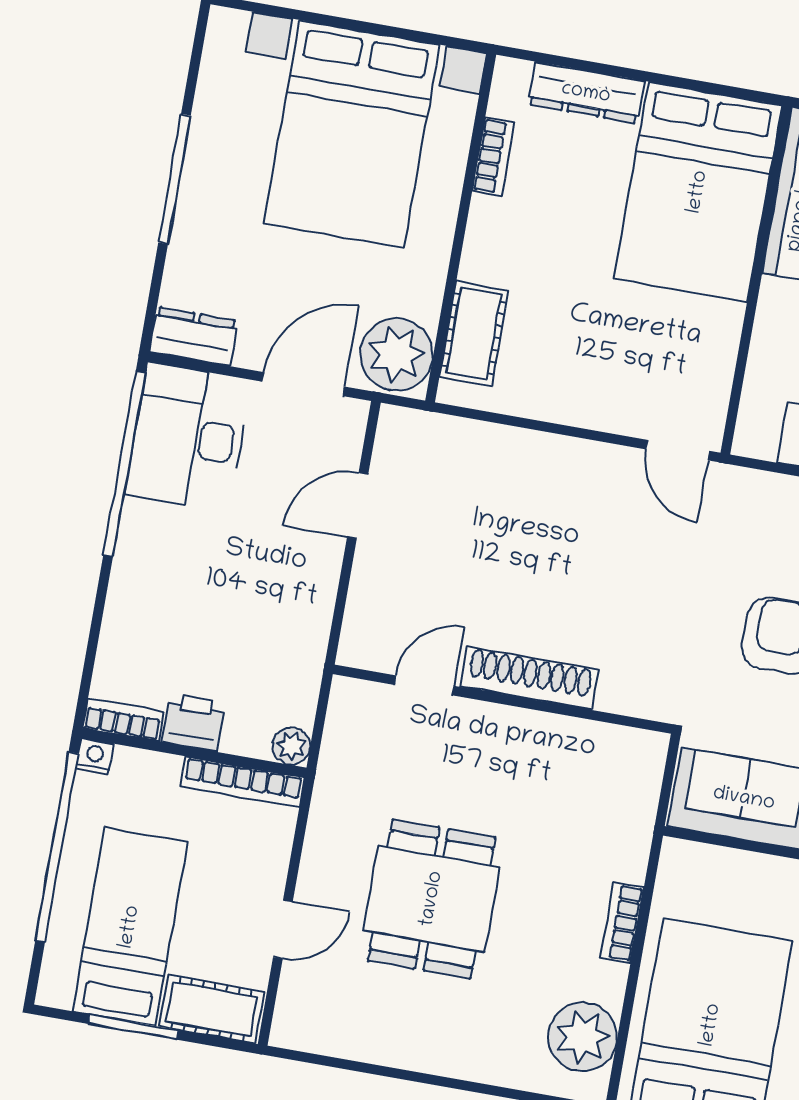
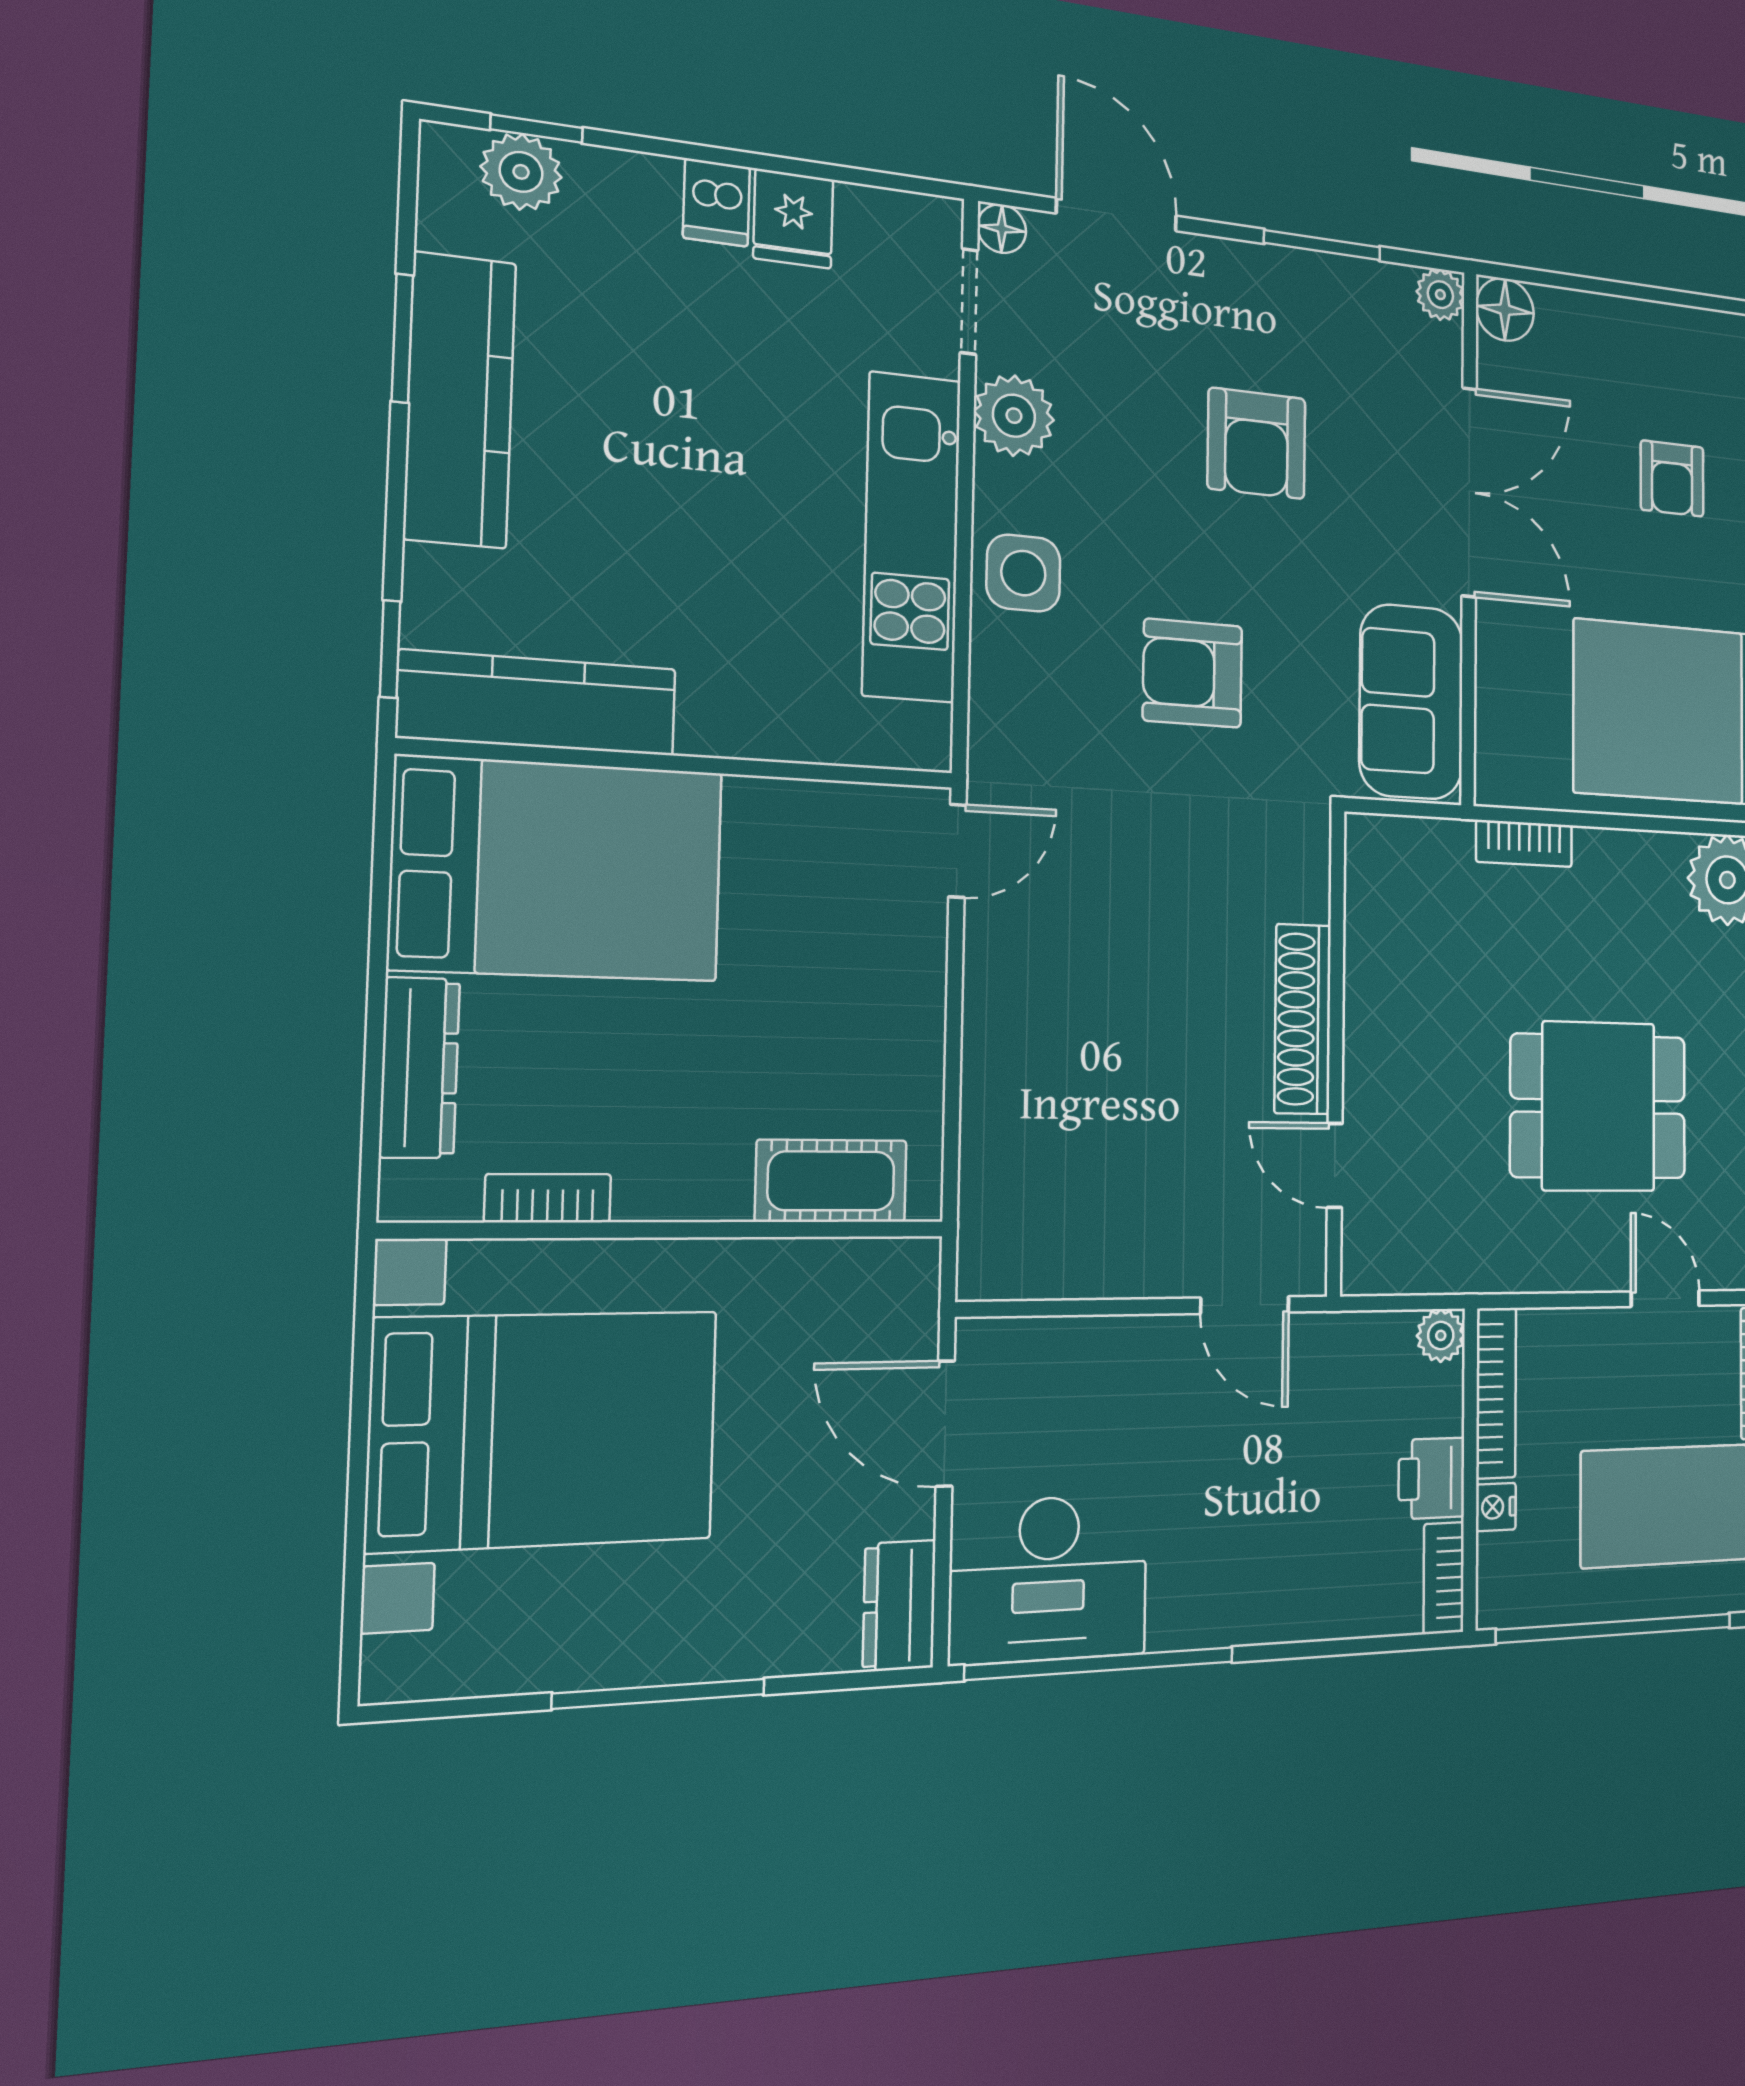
plant: (397, 355) -> (880, 1292), removed
door: (358, 506) -> (1245, 1305), moved
nightstand: (94, 756) -> (1496, 1507), moved
bookcase: (622, 922) -> (1524, 843), moved

